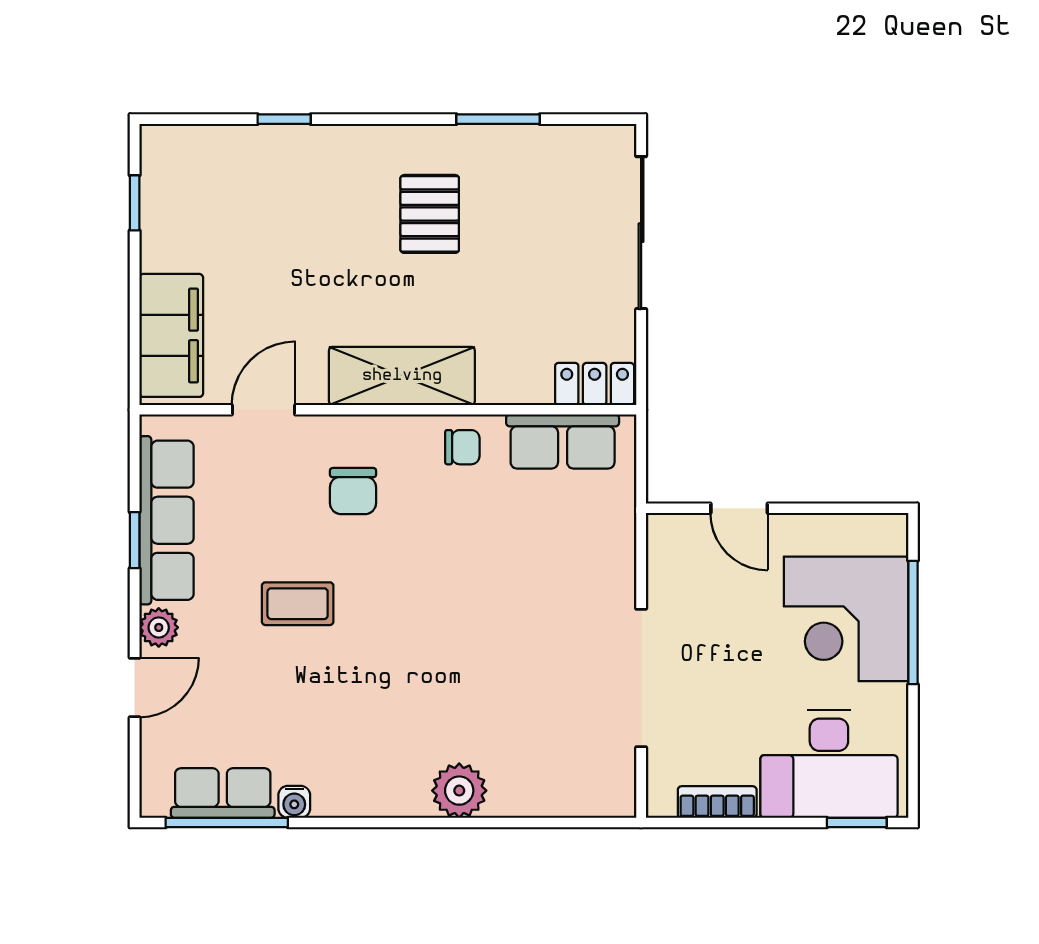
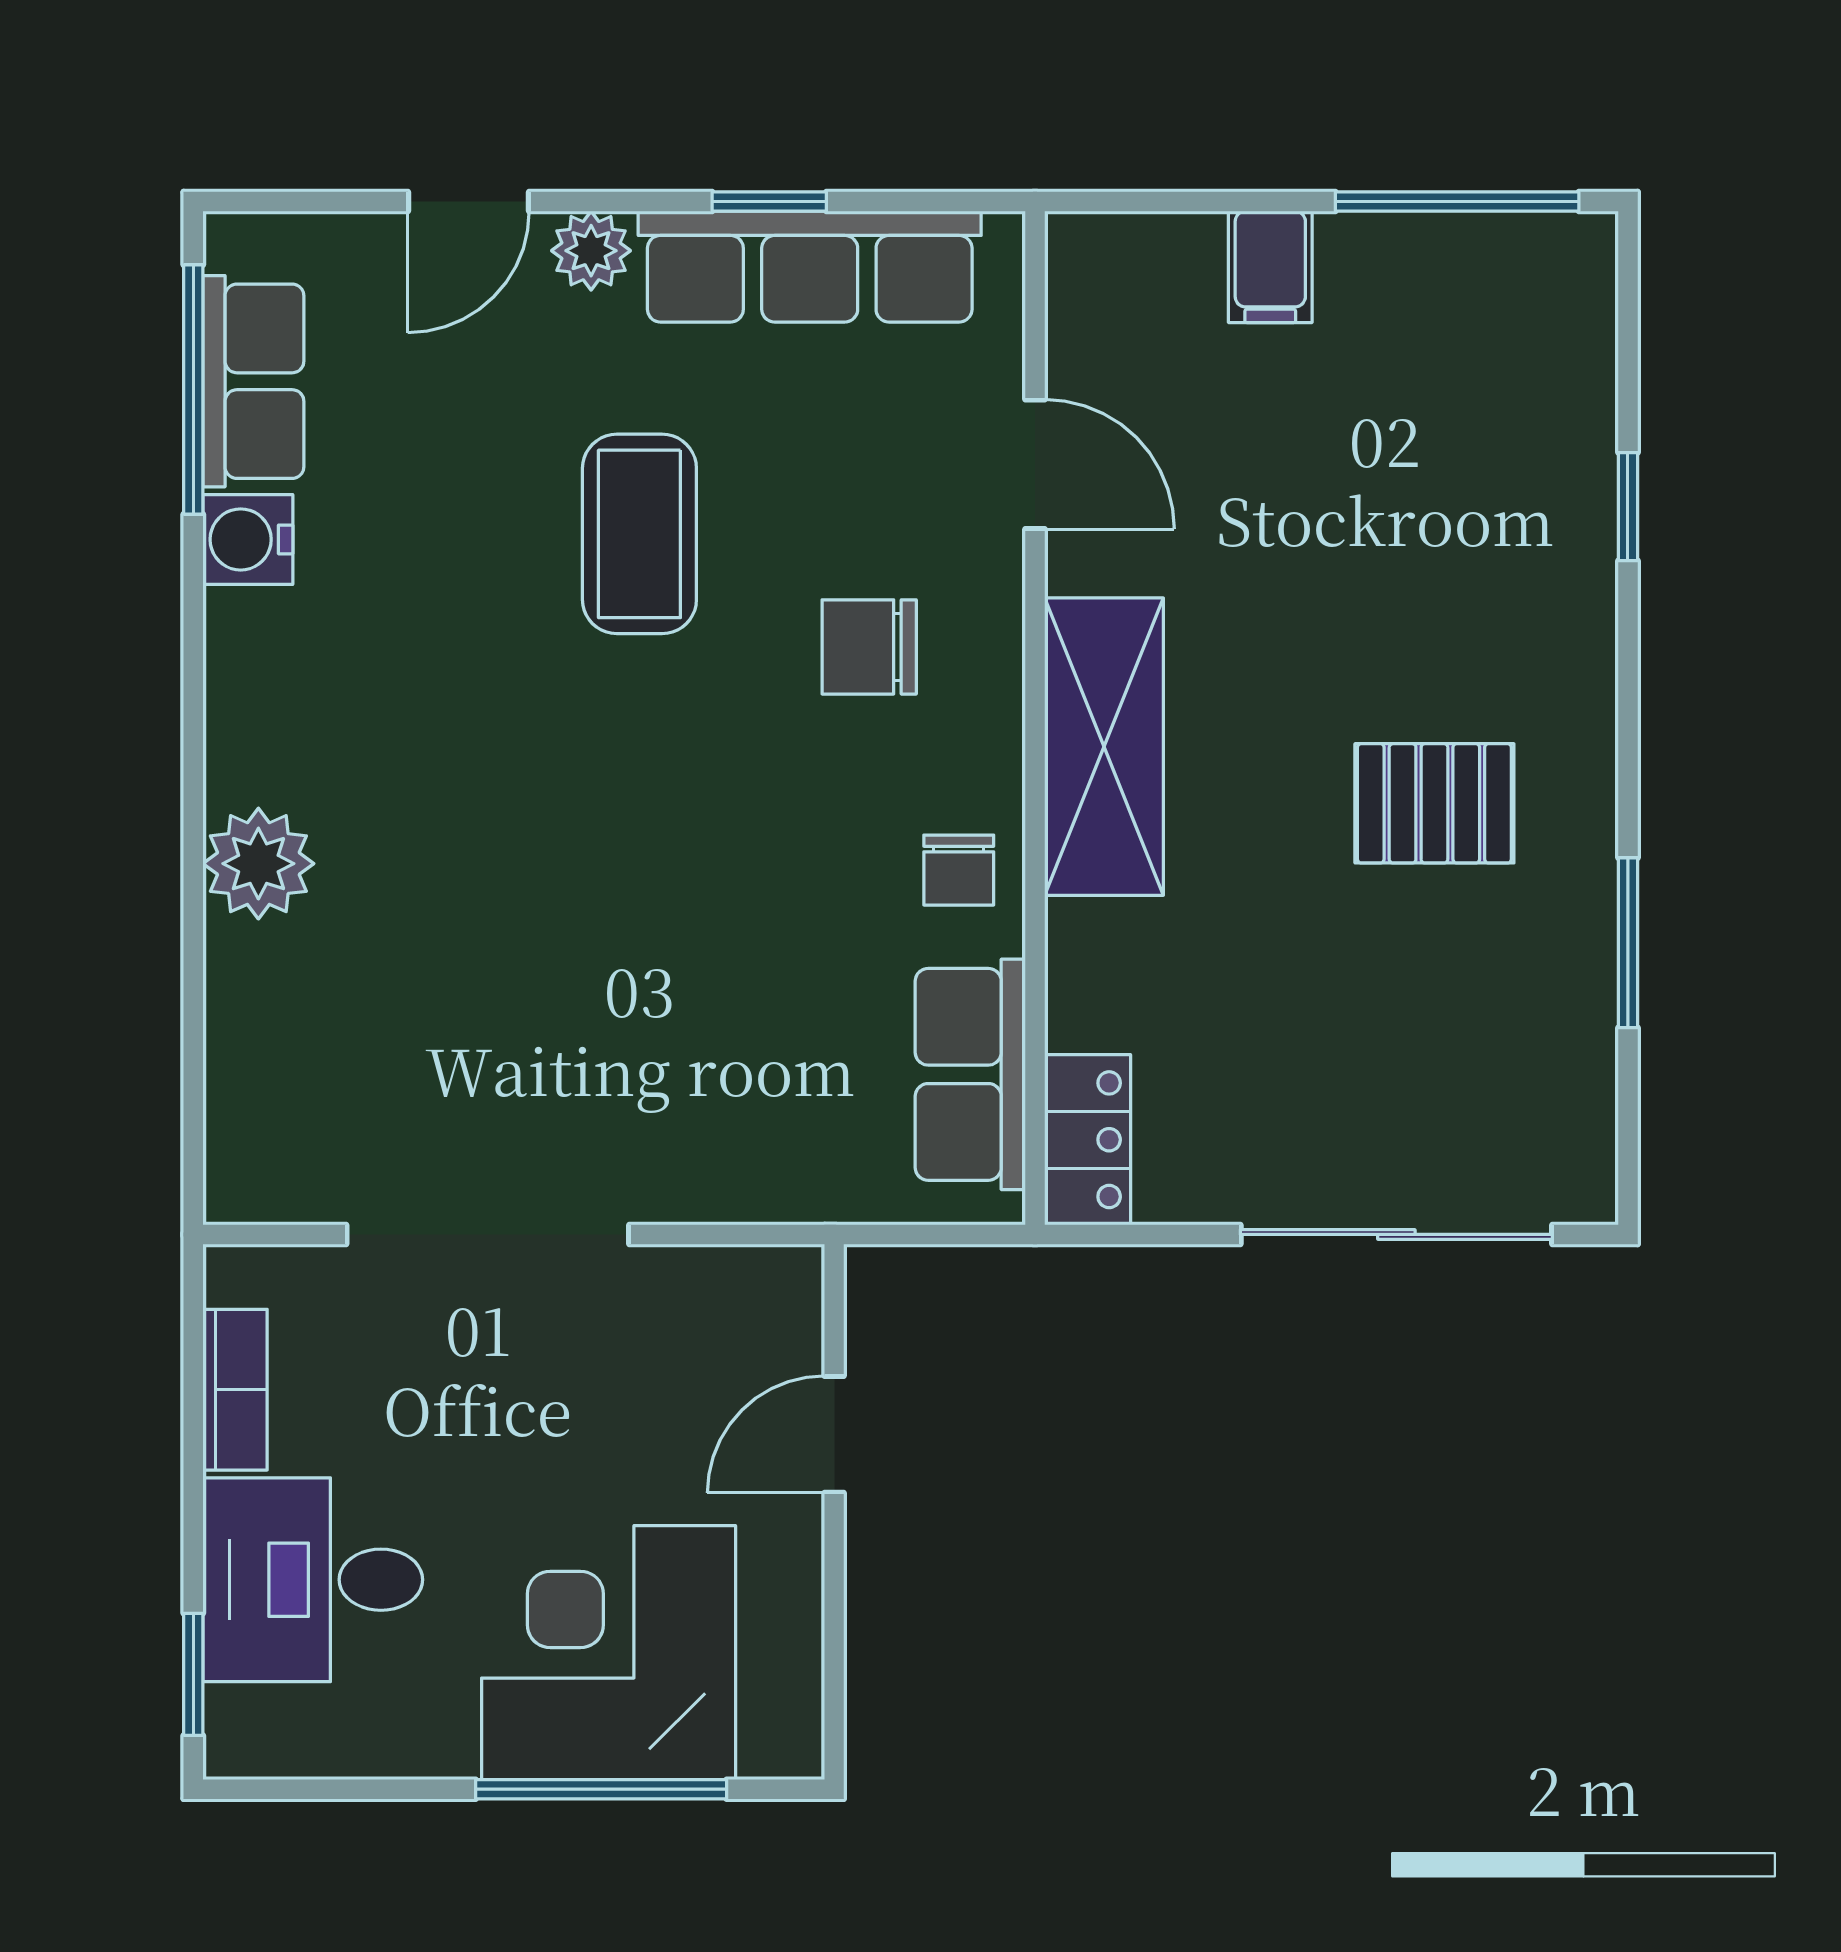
window: (135, 203) -> (1457, 202), width x2.17
filing cabinet: (171, 335) -> (1270, 267), width x0.33, depth x0.86
coffee table: (298, 604) -> (639, 534), width x1.36, depth x1.30
door: (135, 688) -> (469, 202), hinge flipped
desk: (829, 764) -> (313, 1580), width x0.73
water cooler: (294, 802) -> (248, 539), width x1.38, depth x1.38

